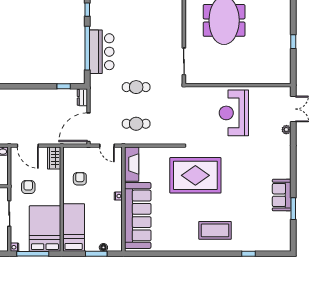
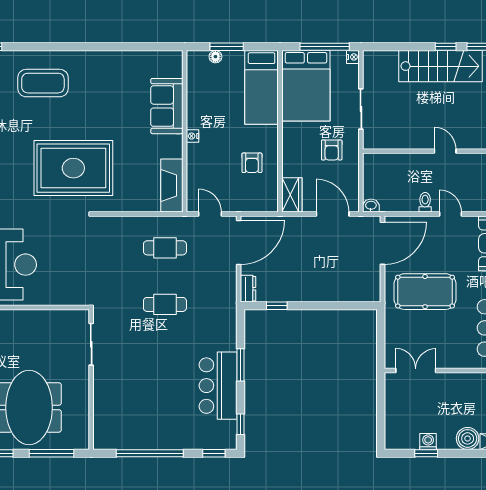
window: (87, 48) -> (240, 365), width x0.47
bar counter: (102, 52) -> (218, 386), moved
sofa: (138, 215) -> (167, 106), width x0.54, depth x0.79

